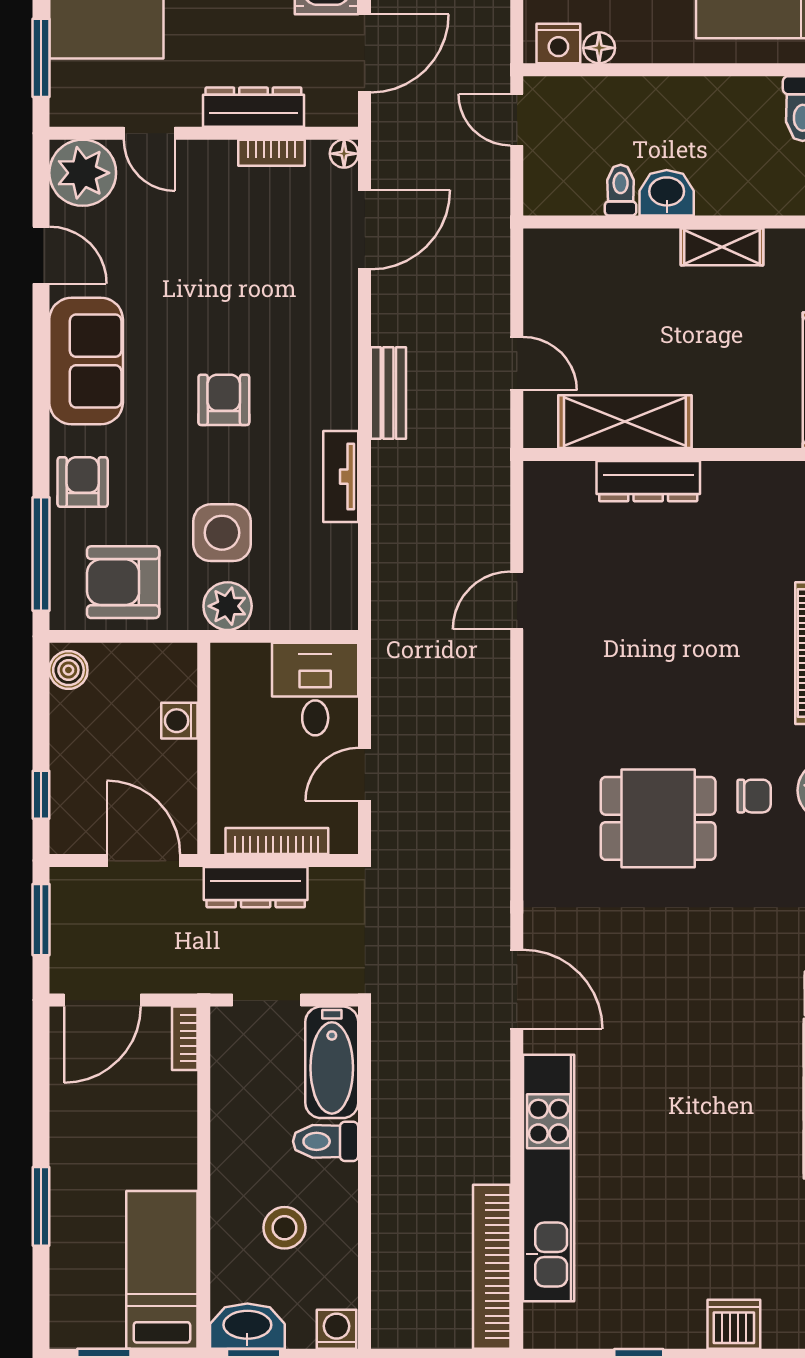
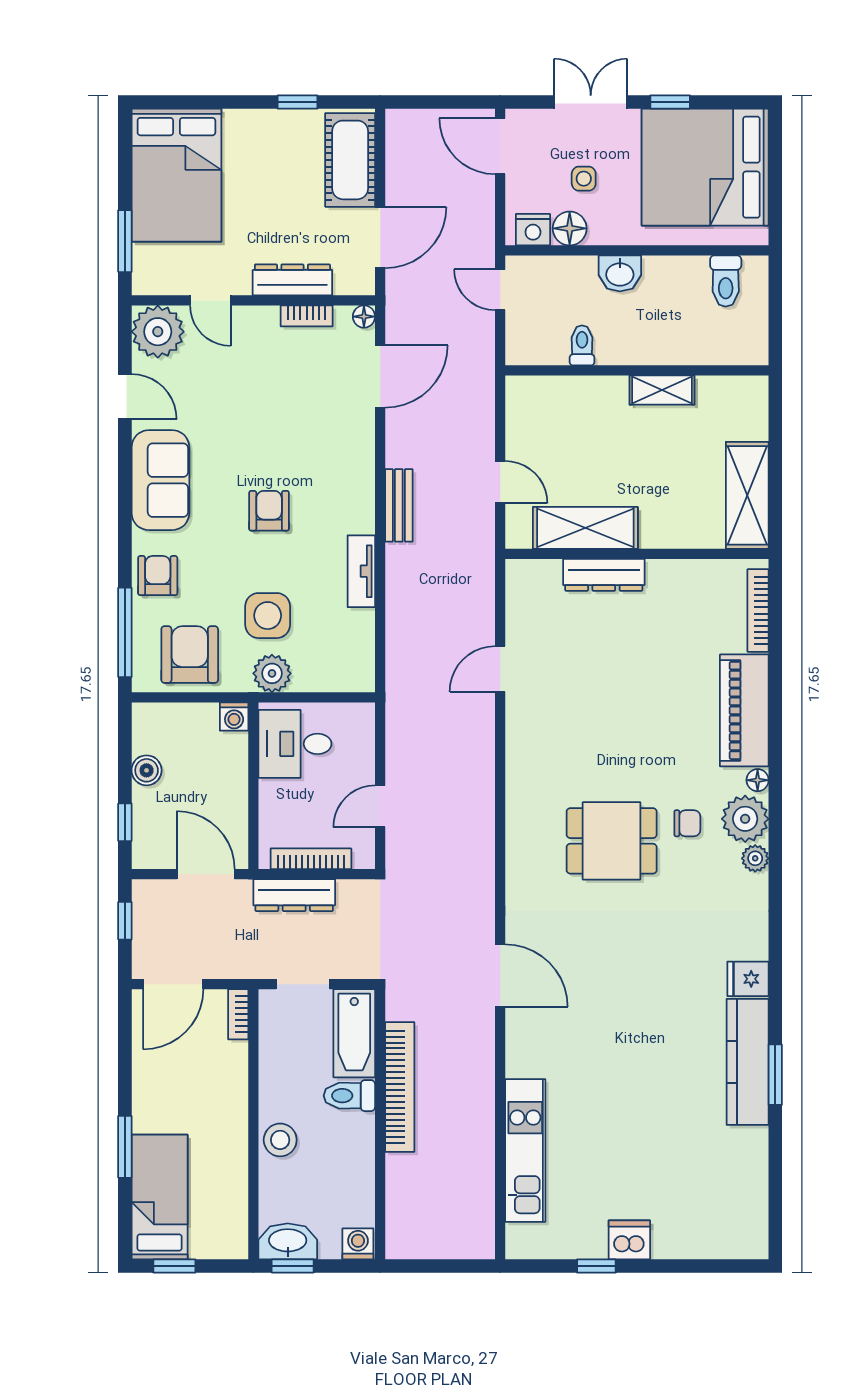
floor lamp: (599, 48) -> (570, 228), width x1.37, depth x1.37
washbasin: (667, 193) -> (620, 273), moved, turned 180
armchair: (123, 582) -> (190, 655), turned 90
boiler: (68, 670) -> (147, 770), moved
desk: (315, 689) -> (295, 744), moved, turned -90
washing machine: (179, 721) -> (234, 717), moved, turned -90
window: (41, 920) -> (125, 921), width x0.67
kitchen unit: (549, 1178) -> (525, 1150), width x0.73
stool: (285, 1228) -> (280, 1140), moved
bookcase: (492, 1267) -> (400, 1087), moved, turned 180
bed: (162, 1270) -> (160, 1197), moved
dishwasher: (734, 1324) -> (629, 1240), moved

